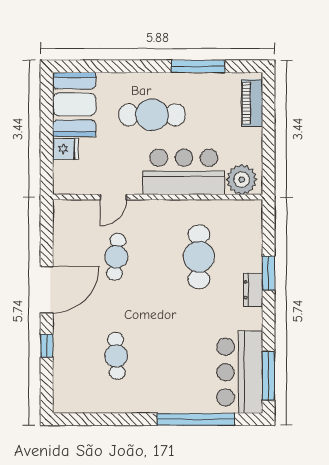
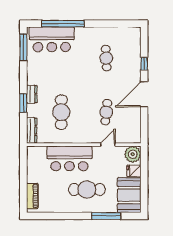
window: (198, 66) -> (106, 216), moved
plant: (242, 180) -> (133, 154), moved
dresser: (253, 223) -> (32, 130), added
bar counter: (240, 372) -> (52, 39), moved, turned 90

